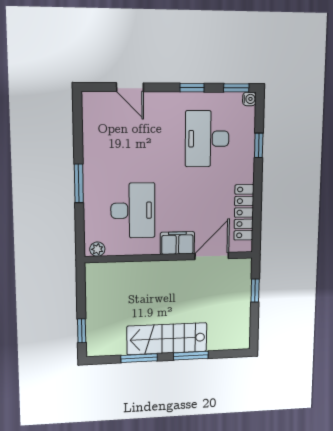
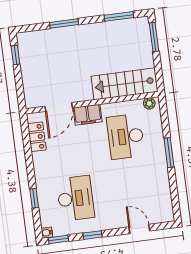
locker: (244, 212) -> (37, 137), width x0.66
window: (255, 291) -> (15, 55), moved
window: (82, 331) -> (154, 37), width x1.50
stairs: (167, 339) -> (125, 84), moved, turned 180
window: (139, 358) -> (119, 16), moved

